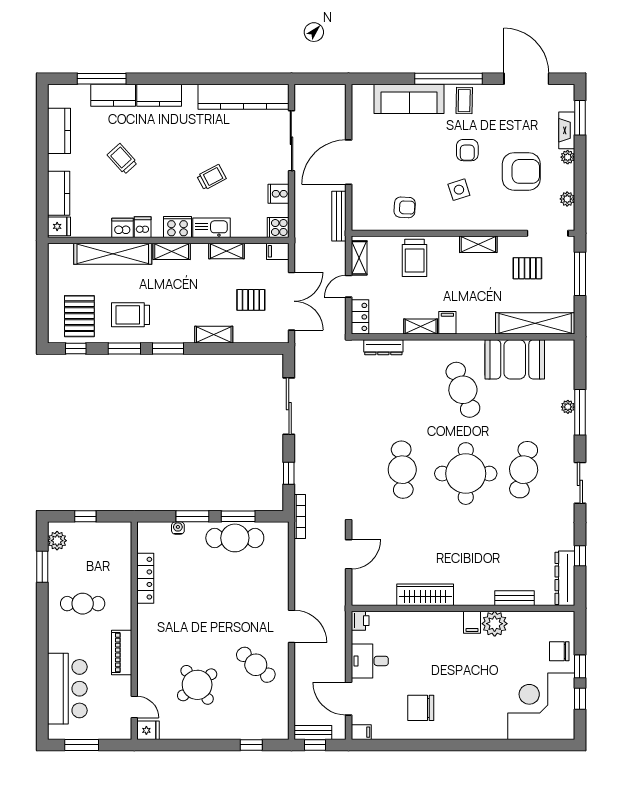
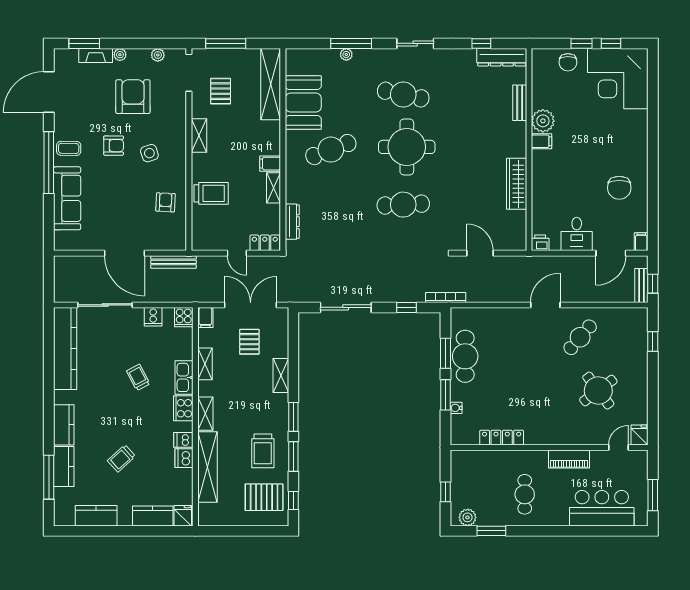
shelving: (359, 258) -> (211, 244), removed

